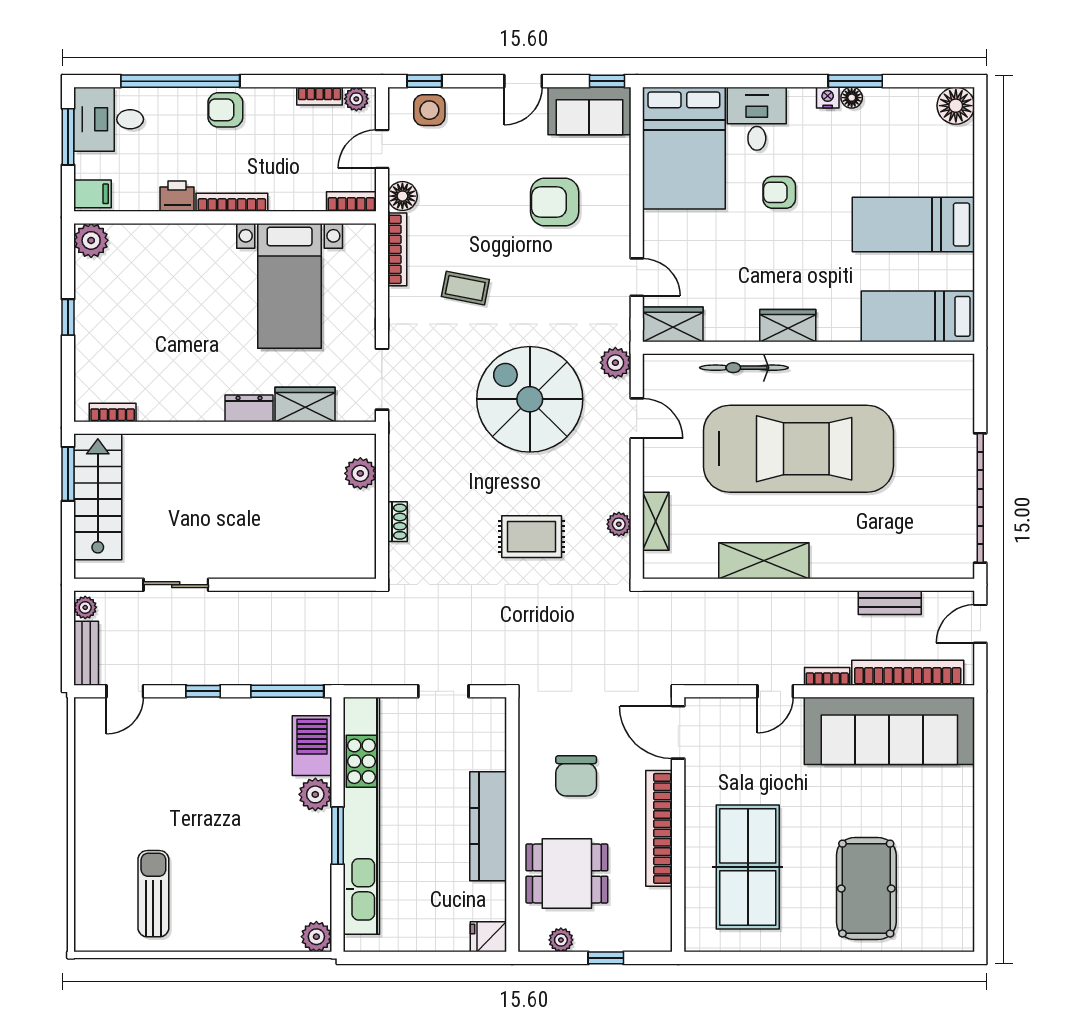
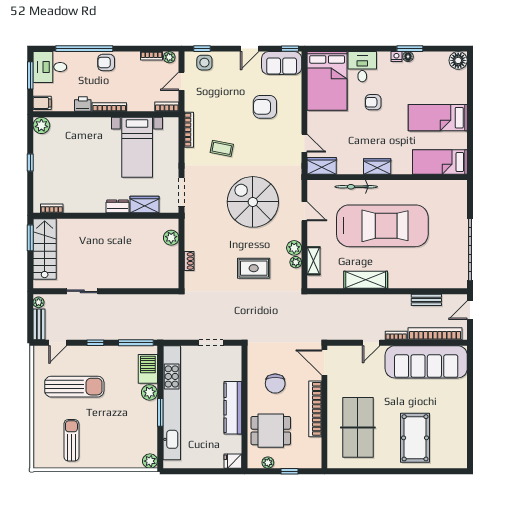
floor lamp: (402, 196) -> (191, 104), removed
plant: (615, 363) -> (294, 248), moved
sun lounger: (159, 782) -> (74, 387), added

